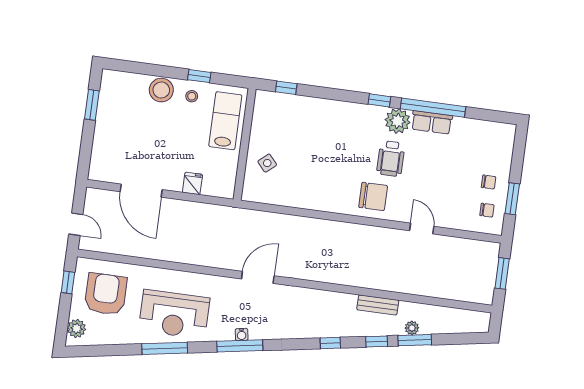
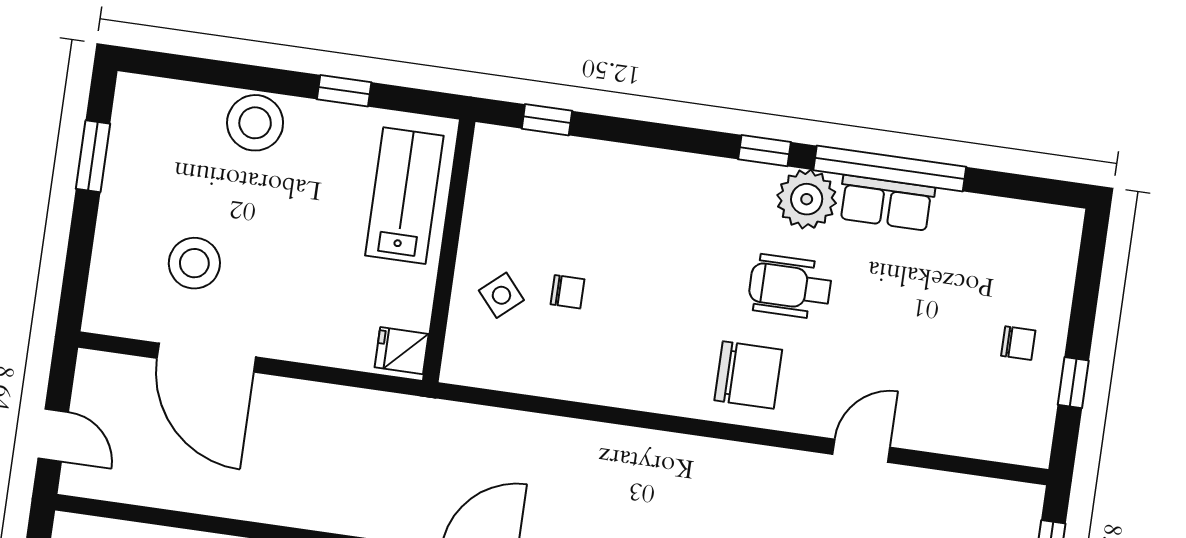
stool: (192, 96) -> (194, 263), moved, width x1.89, depth x1.89
wheelchair: (391, 159) -> (790, 287), turned 90
fridge: (192, 183) -> (402, 351), moved, turned -90
window: (512, 199) -> (1073, 383), width x0.67
chair: (487, 210) -> (568, 292), moved
door: (422, 229) -> (861, 451), hinge flipped

